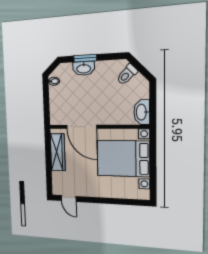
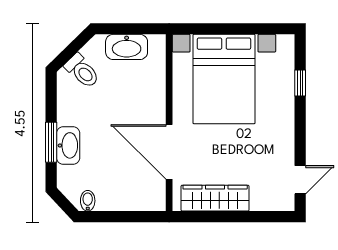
washbasin: (142, 112) -> (127, 47), moved
door: (82, 127) -> (169, 152), swing flipped
window: (121, 202) -> (300, 83), added

